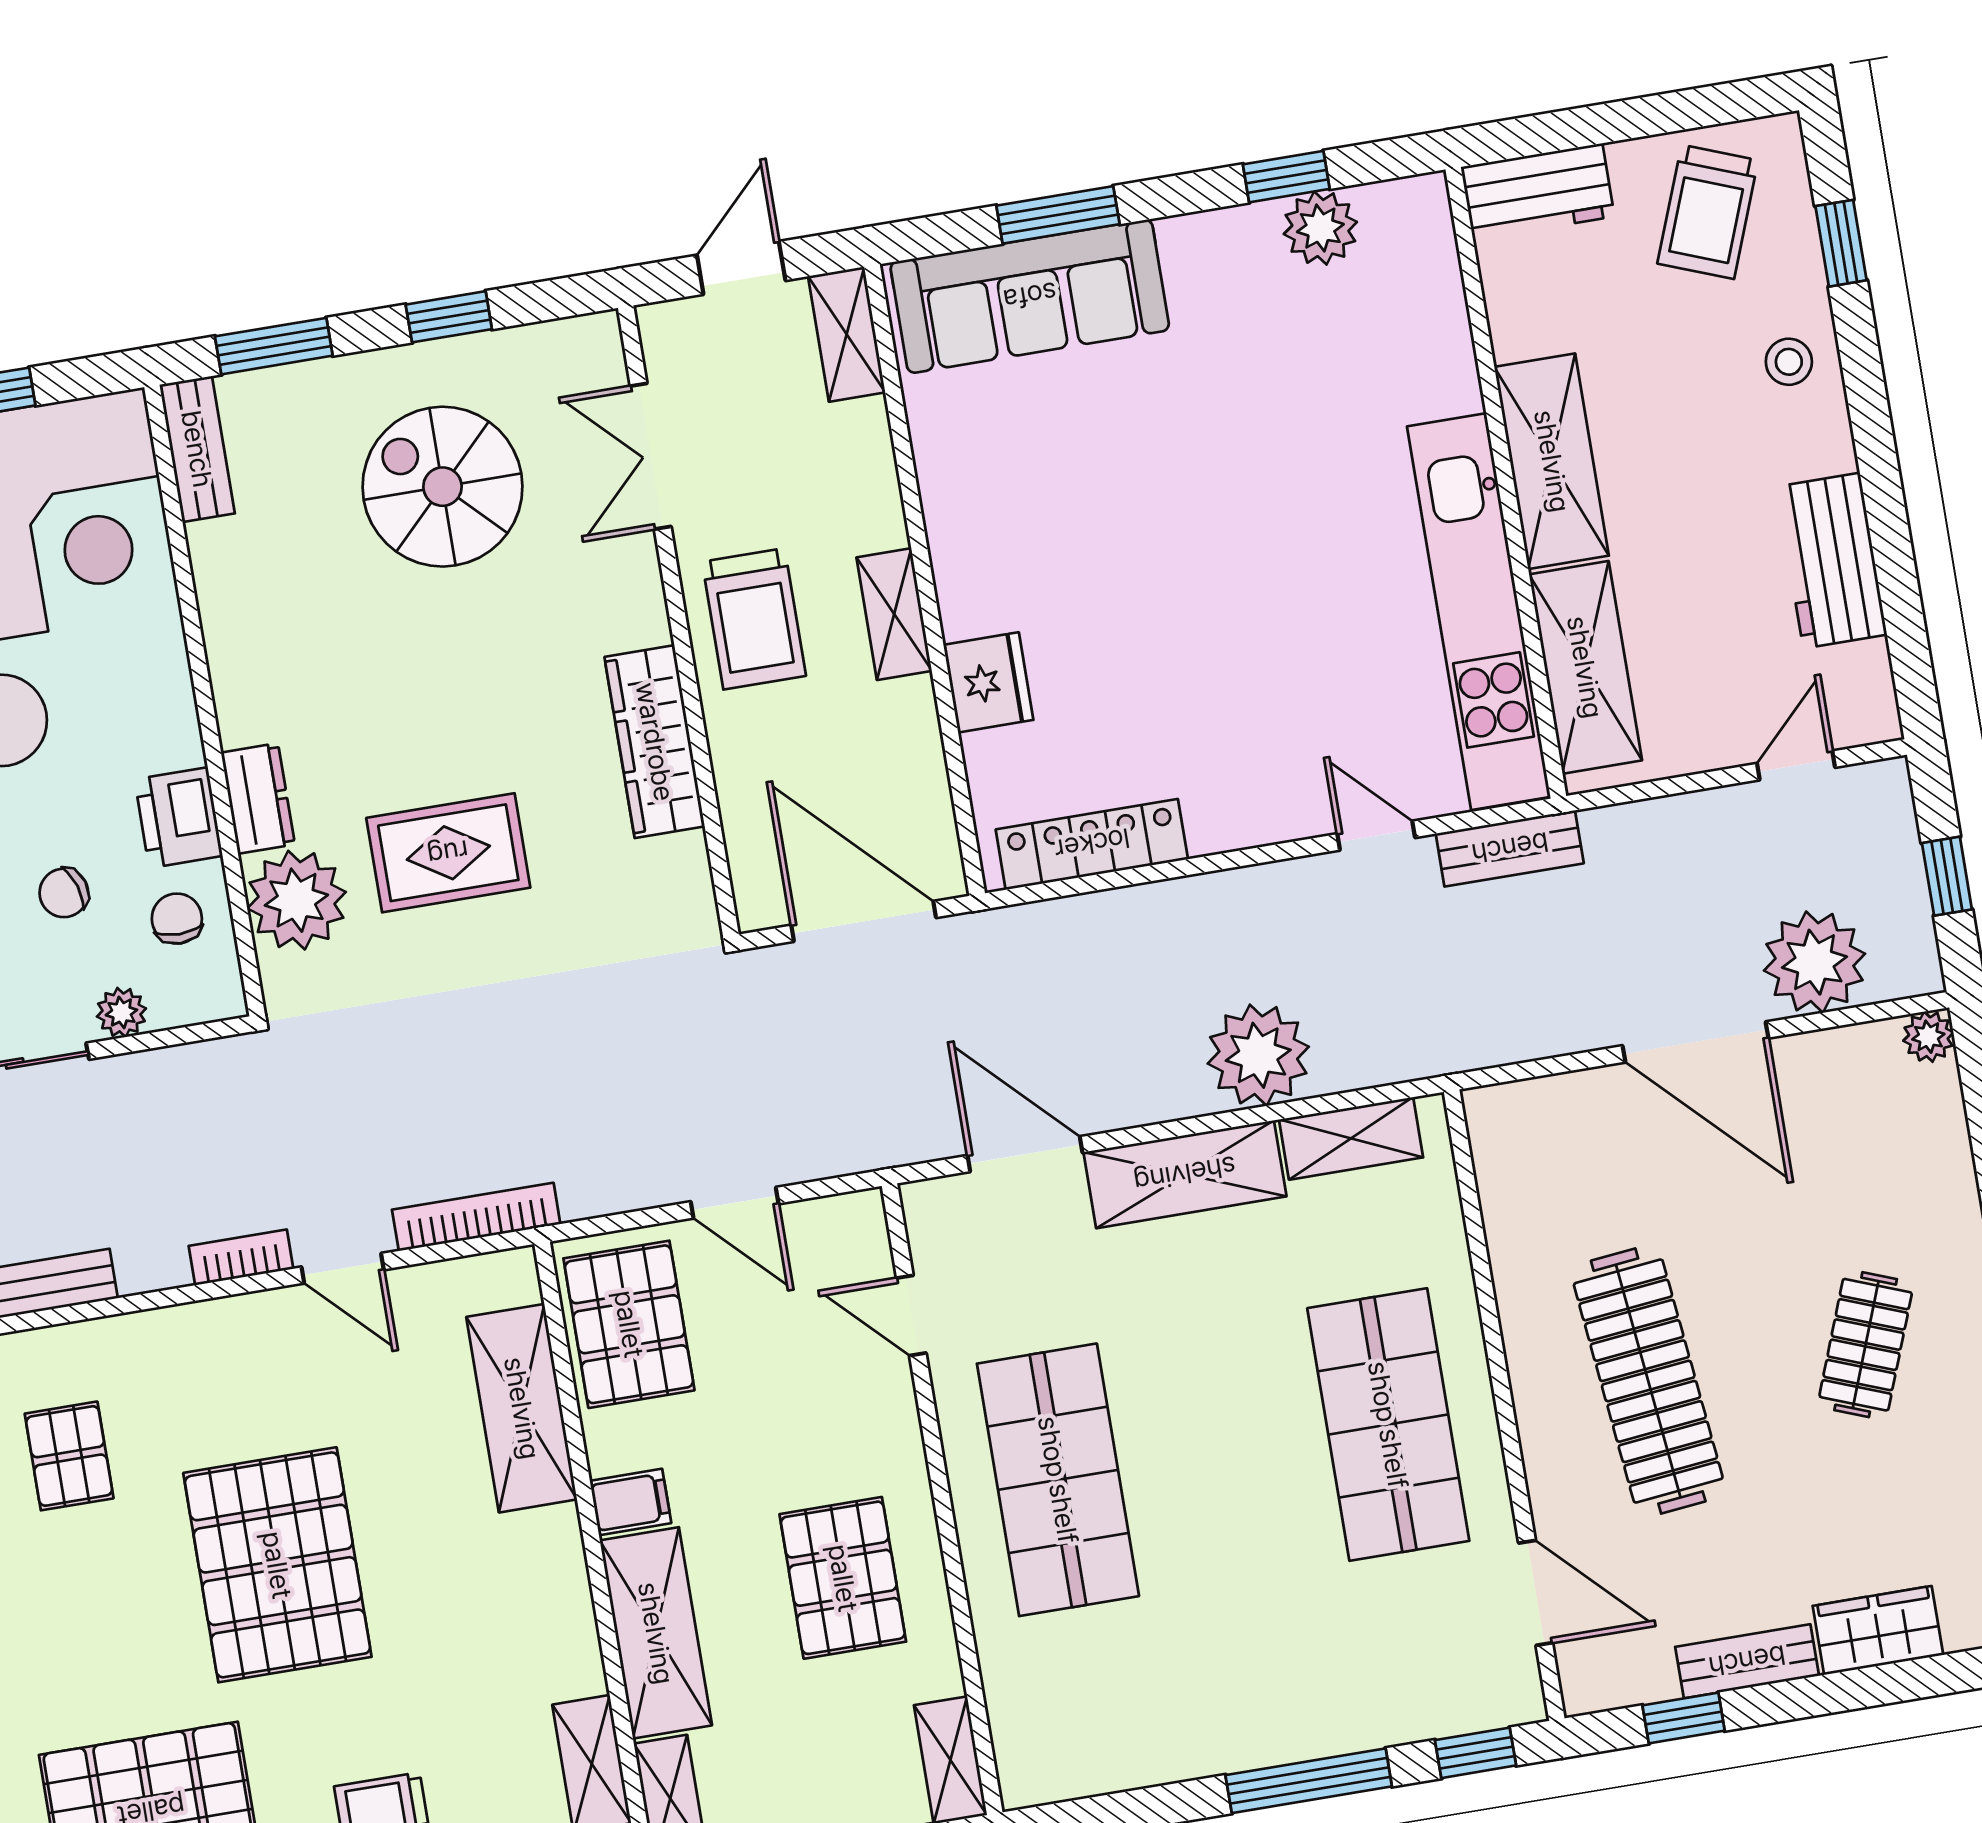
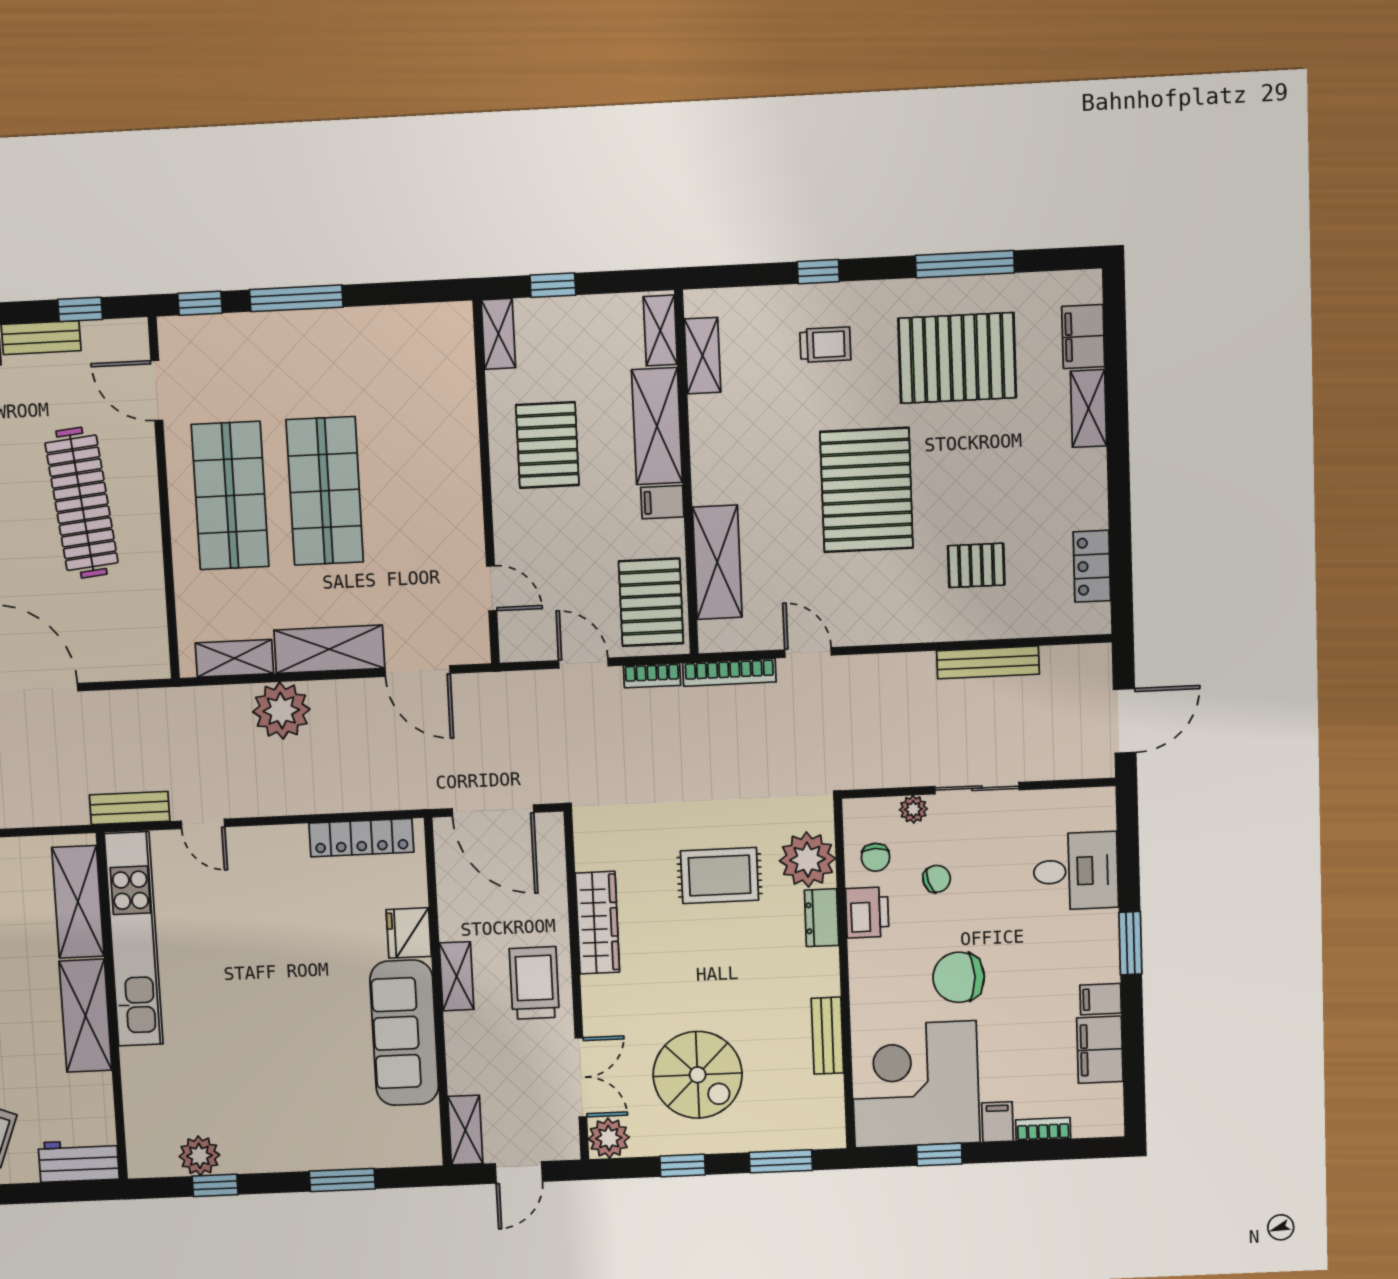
sofa: (1030, 296) -> (404, 1033), moved, turned -90
plant: (587, 351) -> (609, 1138), added
bench: (197, 449) -> (827, 1036), moved
bookcase: (241, 1257) -> (652, 675), moved
pallet: (69, 1456) -> (976, 565), turned 90
shop shelf: (1058, 1480) -> (325, 491), moved

